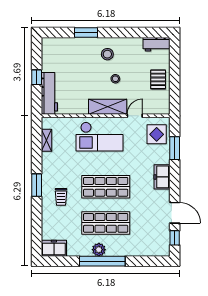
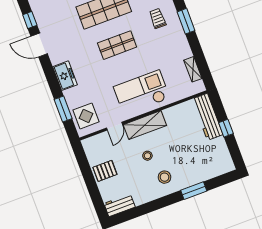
pallet: (158, 79) -> (105, 171), turned 90
shop shelf: (106, 187) -> (117, 45), width x0.70, depth x0.74

